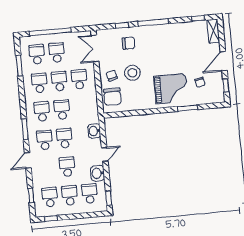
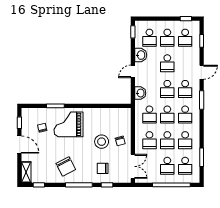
door: (224, 61) -> (19, 145), hinge flipped
chair: (112, 97) -> (66, 166), moved, turned 153
school desk: (82, 108) -> (149, 115), added

